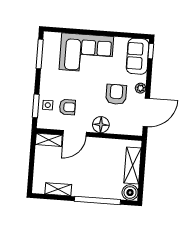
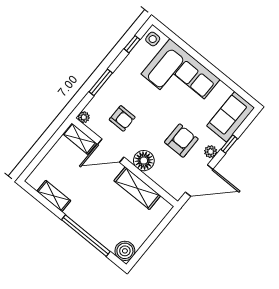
window: (151, 51) -> (229, 144), moved
window: (40, 54) -> (132, 44), width x0.46
side table: (48, 105) -> (153, 39), moved
window: (36, 106) -> (101, 82), moved
plant: (42, 124) -> (84, 117), added
shelving: (133, 166) -> (137, 188), moved, turned 90

